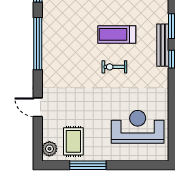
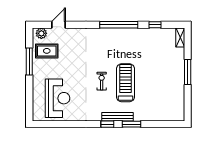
treadmill: (117, 34) -> (125, 83), width x1.37, depth x1.38
door: (38, 107) -> (59, 25), moved

